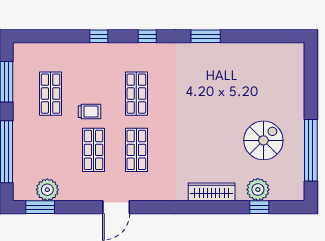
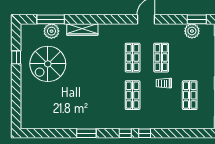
window: (99, 36) -> (145, 133), moved
spiral stairs: (263, 140) -> (48, 64), width x1.37, depth x1.37
window: (311, 150) -> (16, 57), width x0.32
window: (259, 207) -> (51, 19), width x2.17

